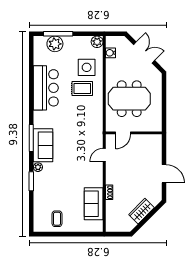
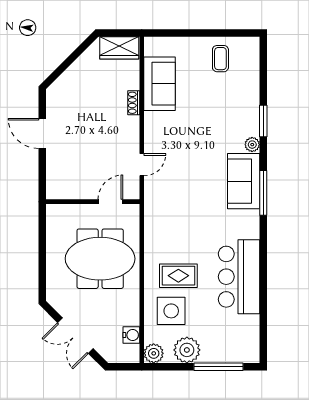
plant: (55, 44) -> (187, 350), moved
wardrobe: (141, 211) -> (119, 48), moved, turned 45

